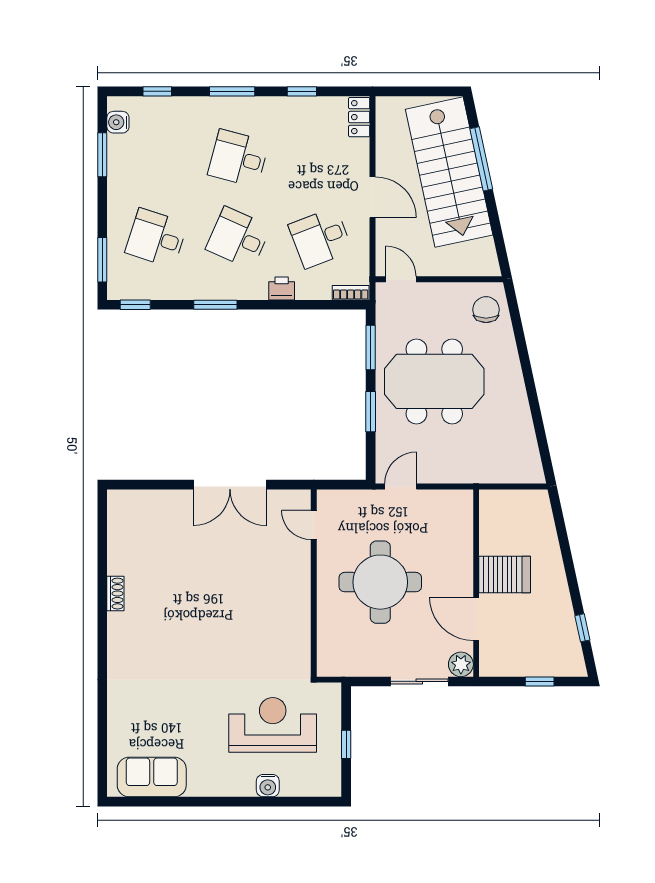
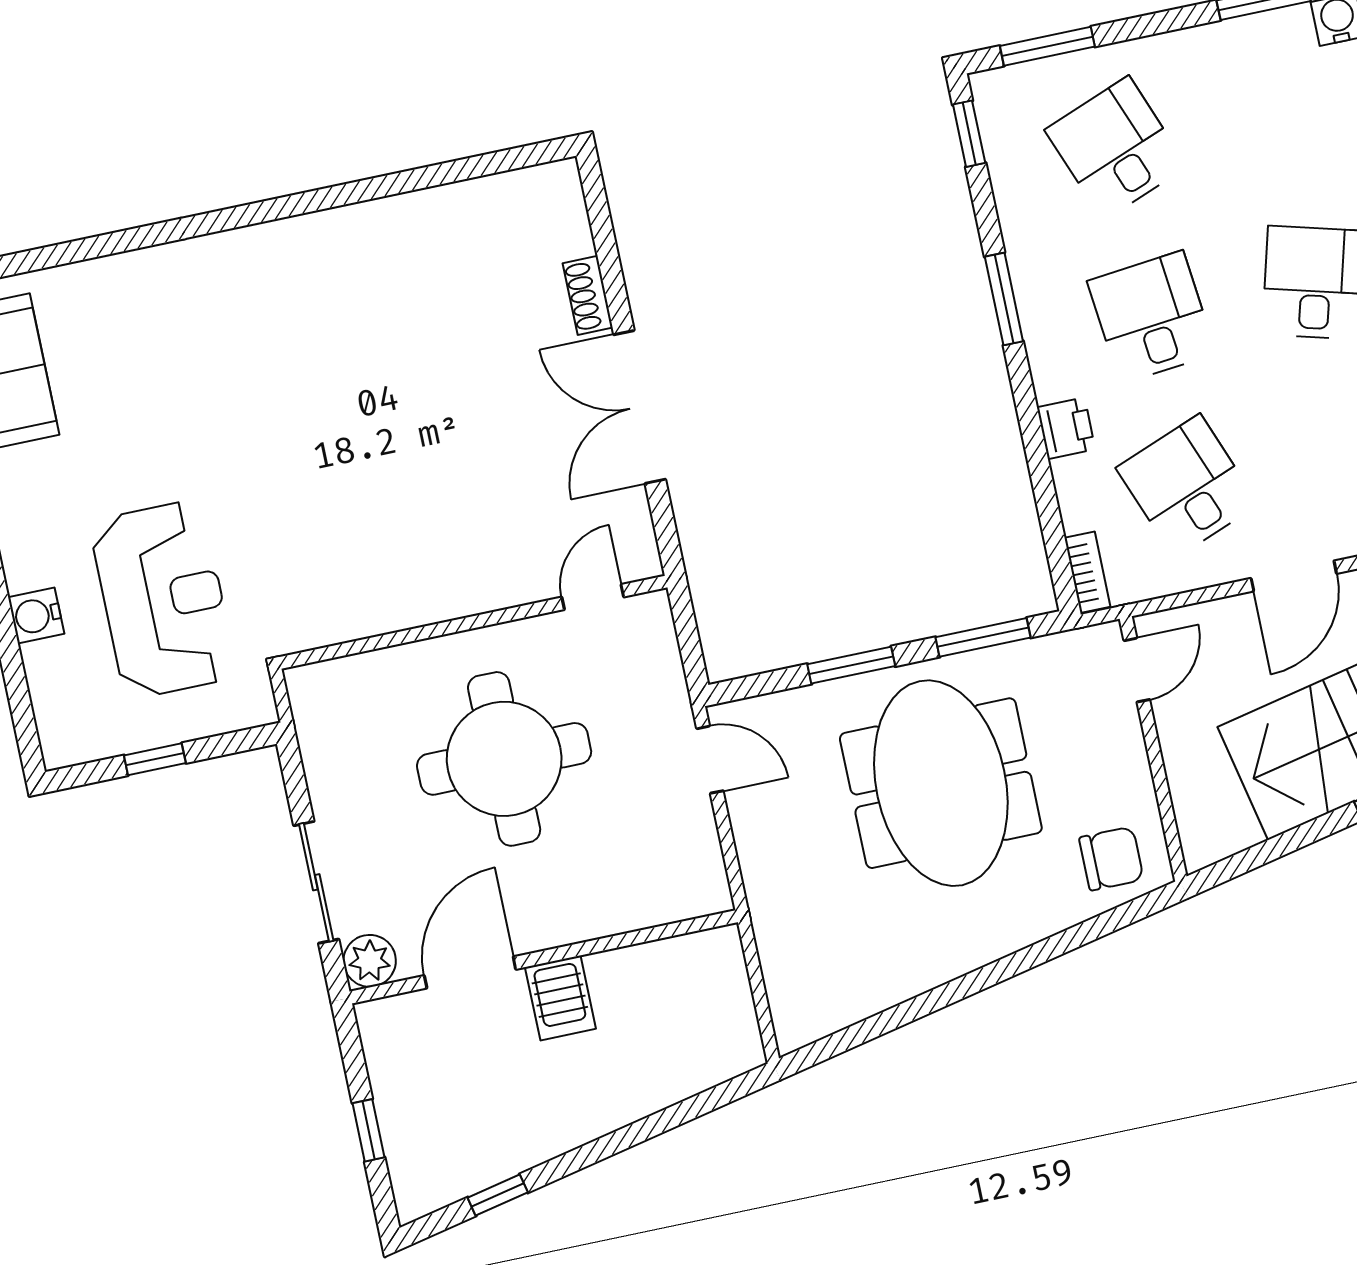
desk: (156, 238) -> (1116, 148), turned -39
desk: (238, 238) -> (1152, 317), turned -30
server rack: (505, 574) -> (560, 998), width x0.73, depth x0.70
shoe rack: (115, 594) -> (588, 295), moved, turned 90

